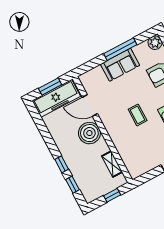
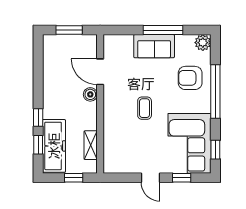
freezer: (56, 98) -> (54, 146), moved, turned -90
boiler: (89, 133) -> (90, 94), width x0.54, depth x0.54

